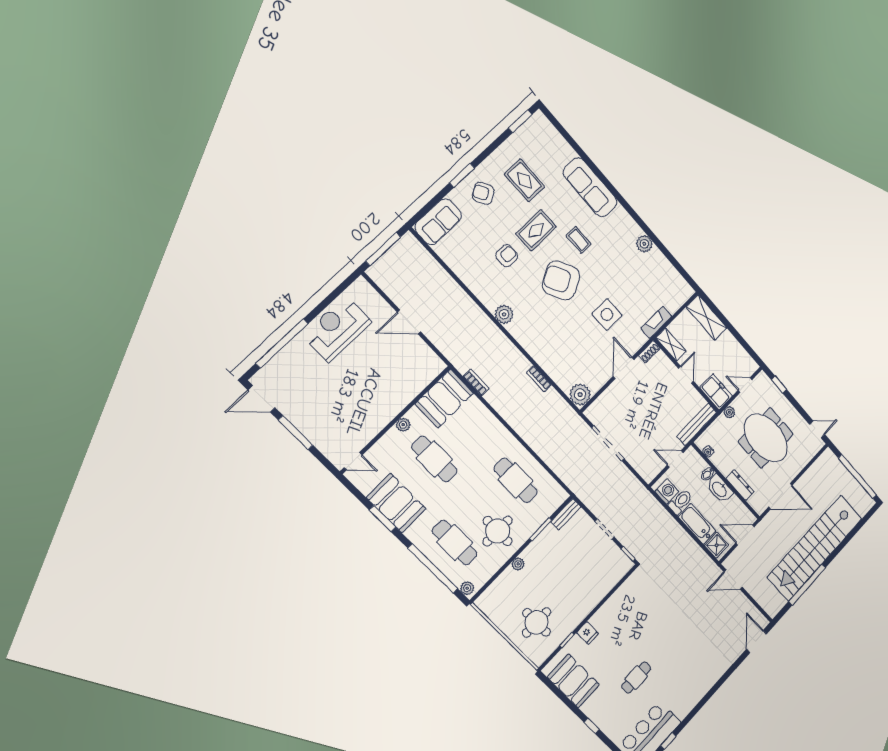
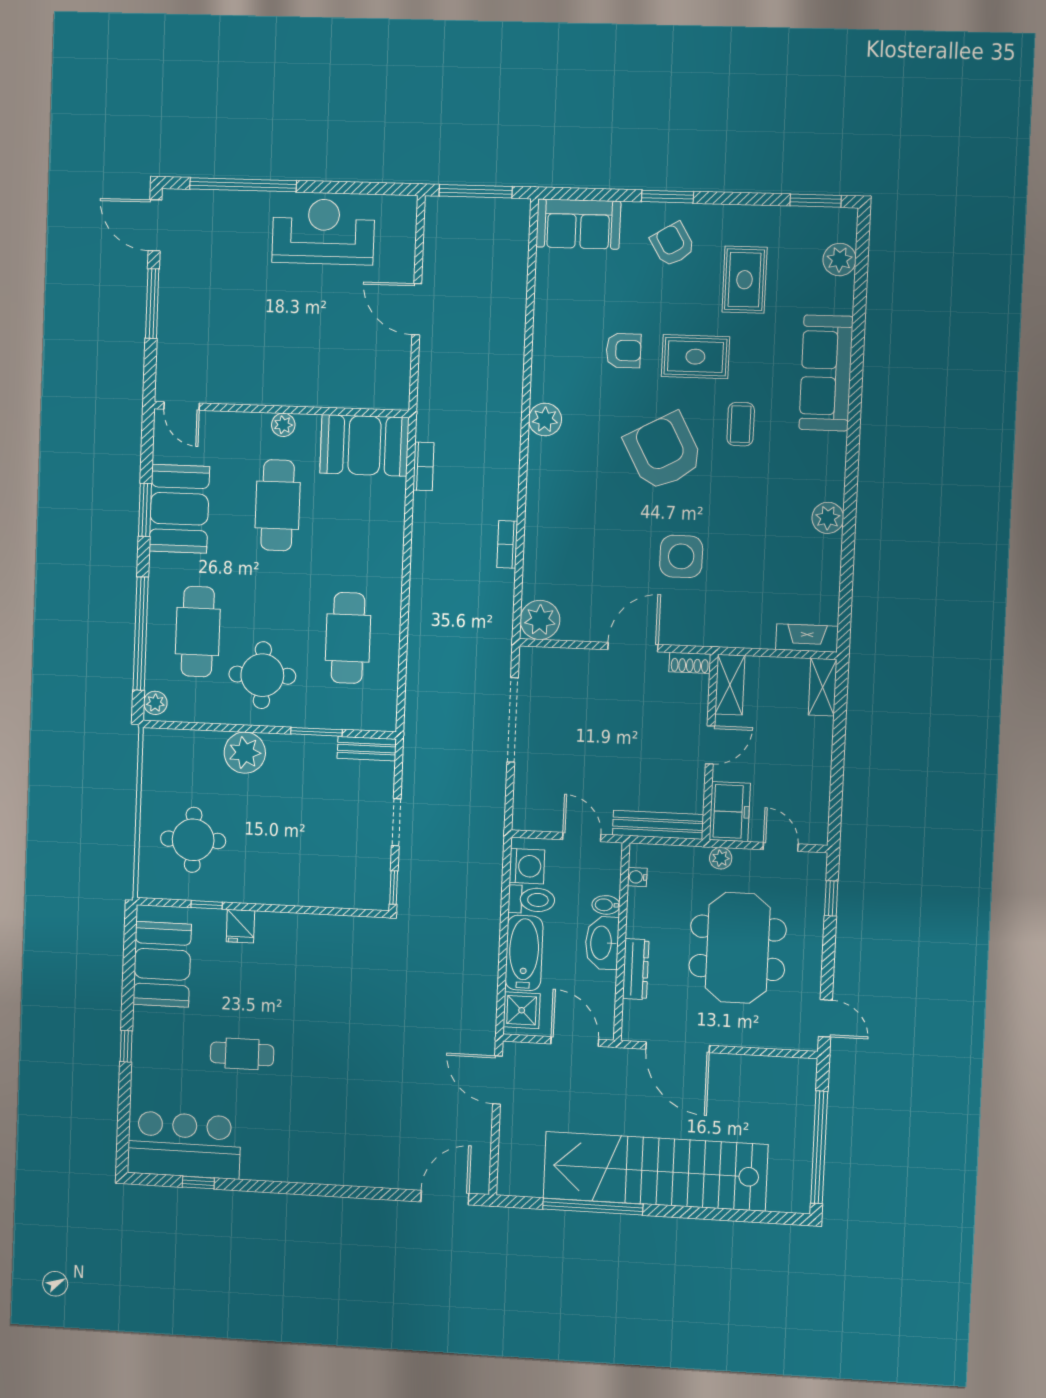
plant: (552, 137) -> (840, 260), added
shelving: (707, 317) -> (823, 687), width x0.67, depth x0.75
fireplace: (656, 322) -> (807, 638), moved
plant: (518, 564) -> (245, 753), width x1.87, depth x1.87

